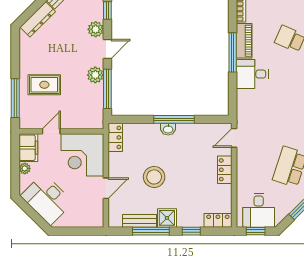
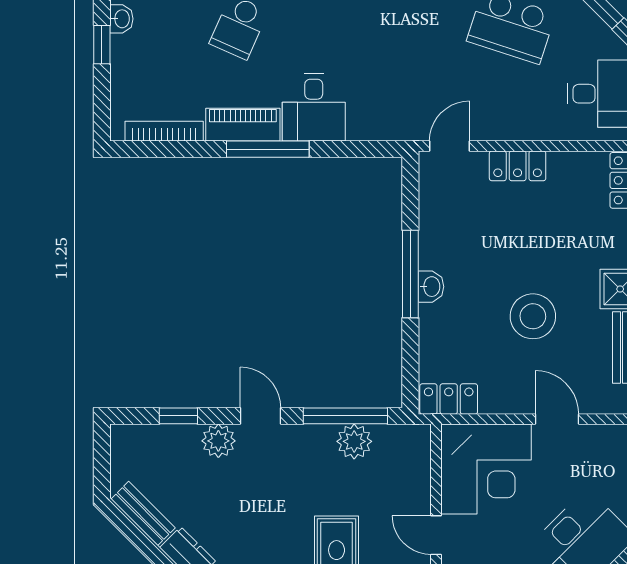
plant: (95, 75) -> (354, 441), moved
door: (234, 138) -> (450, 146), swing flipped

